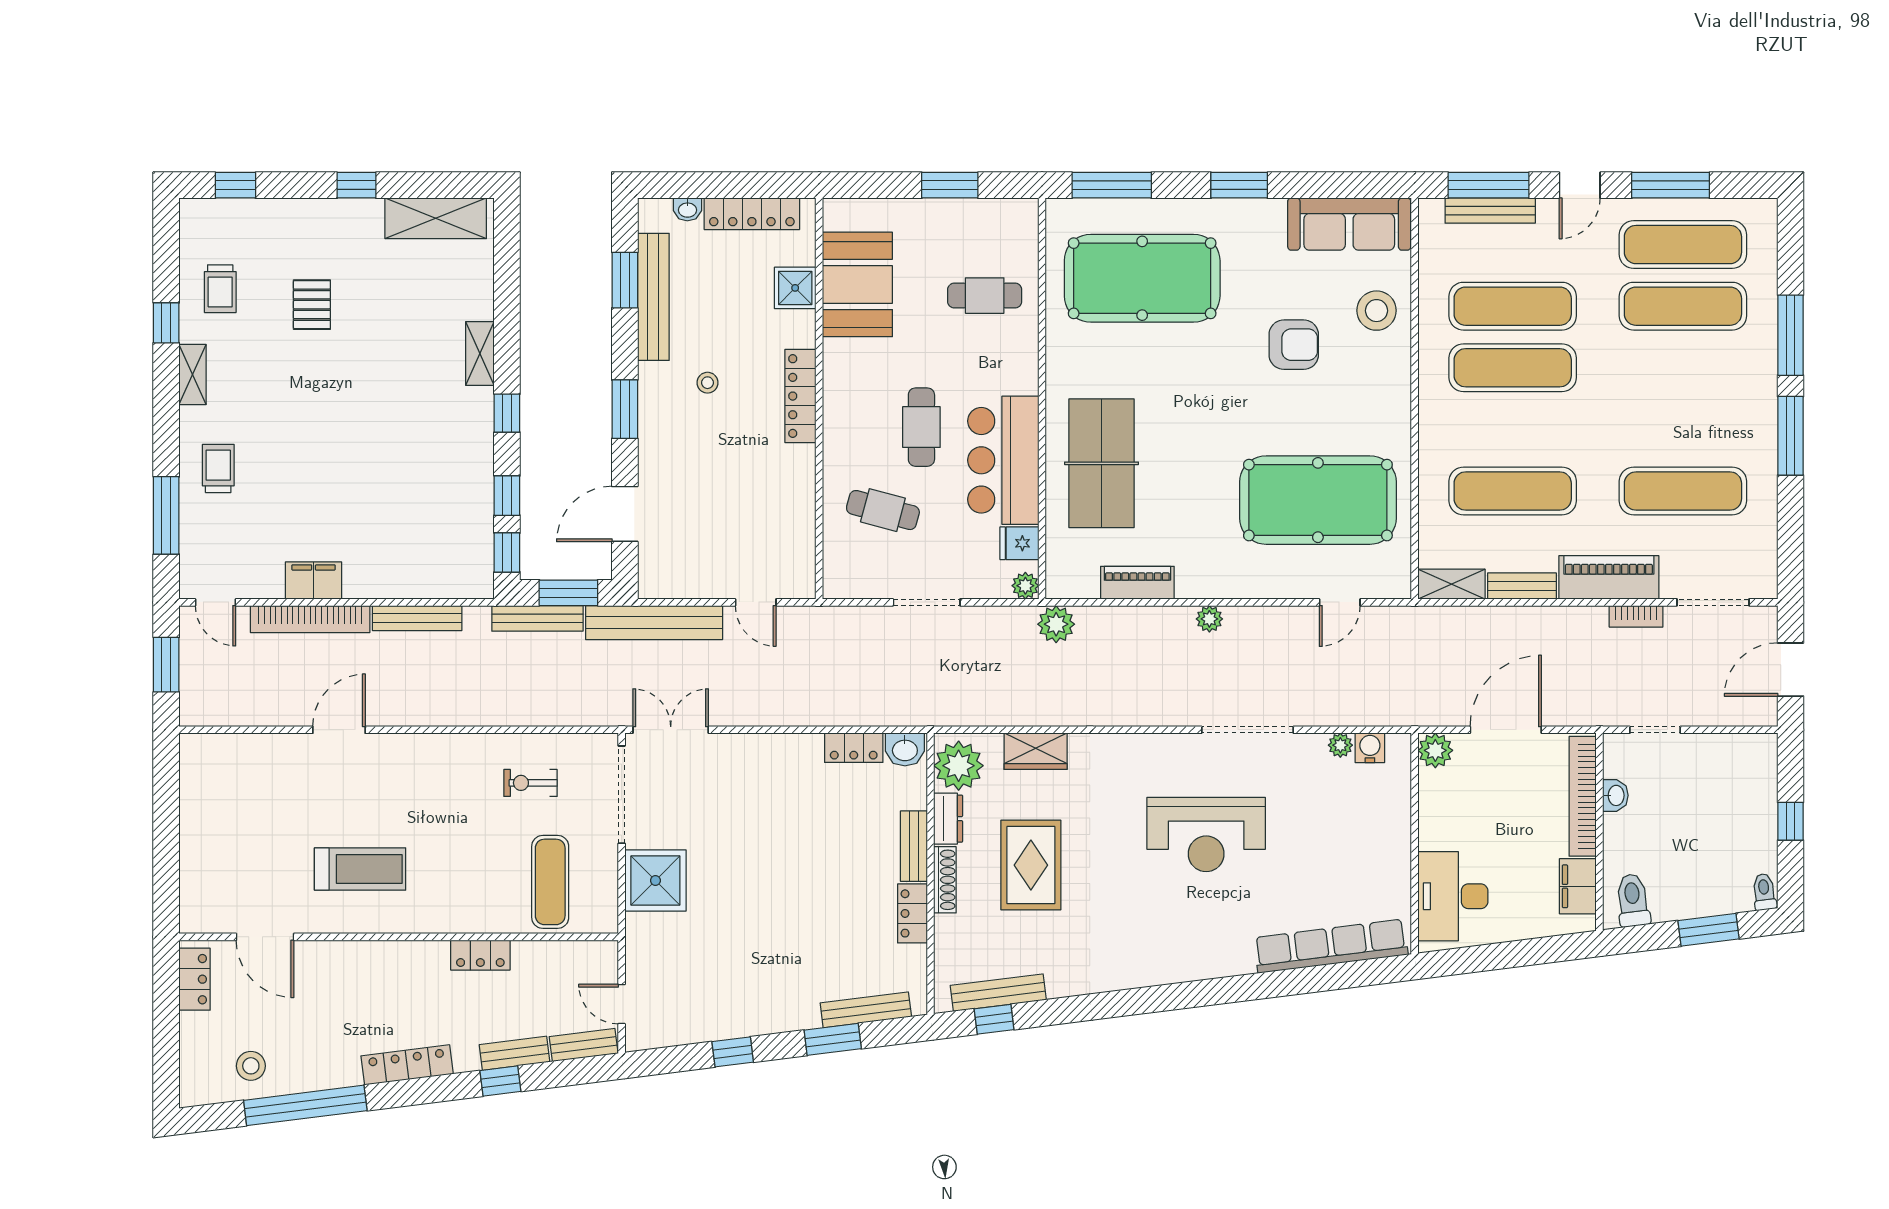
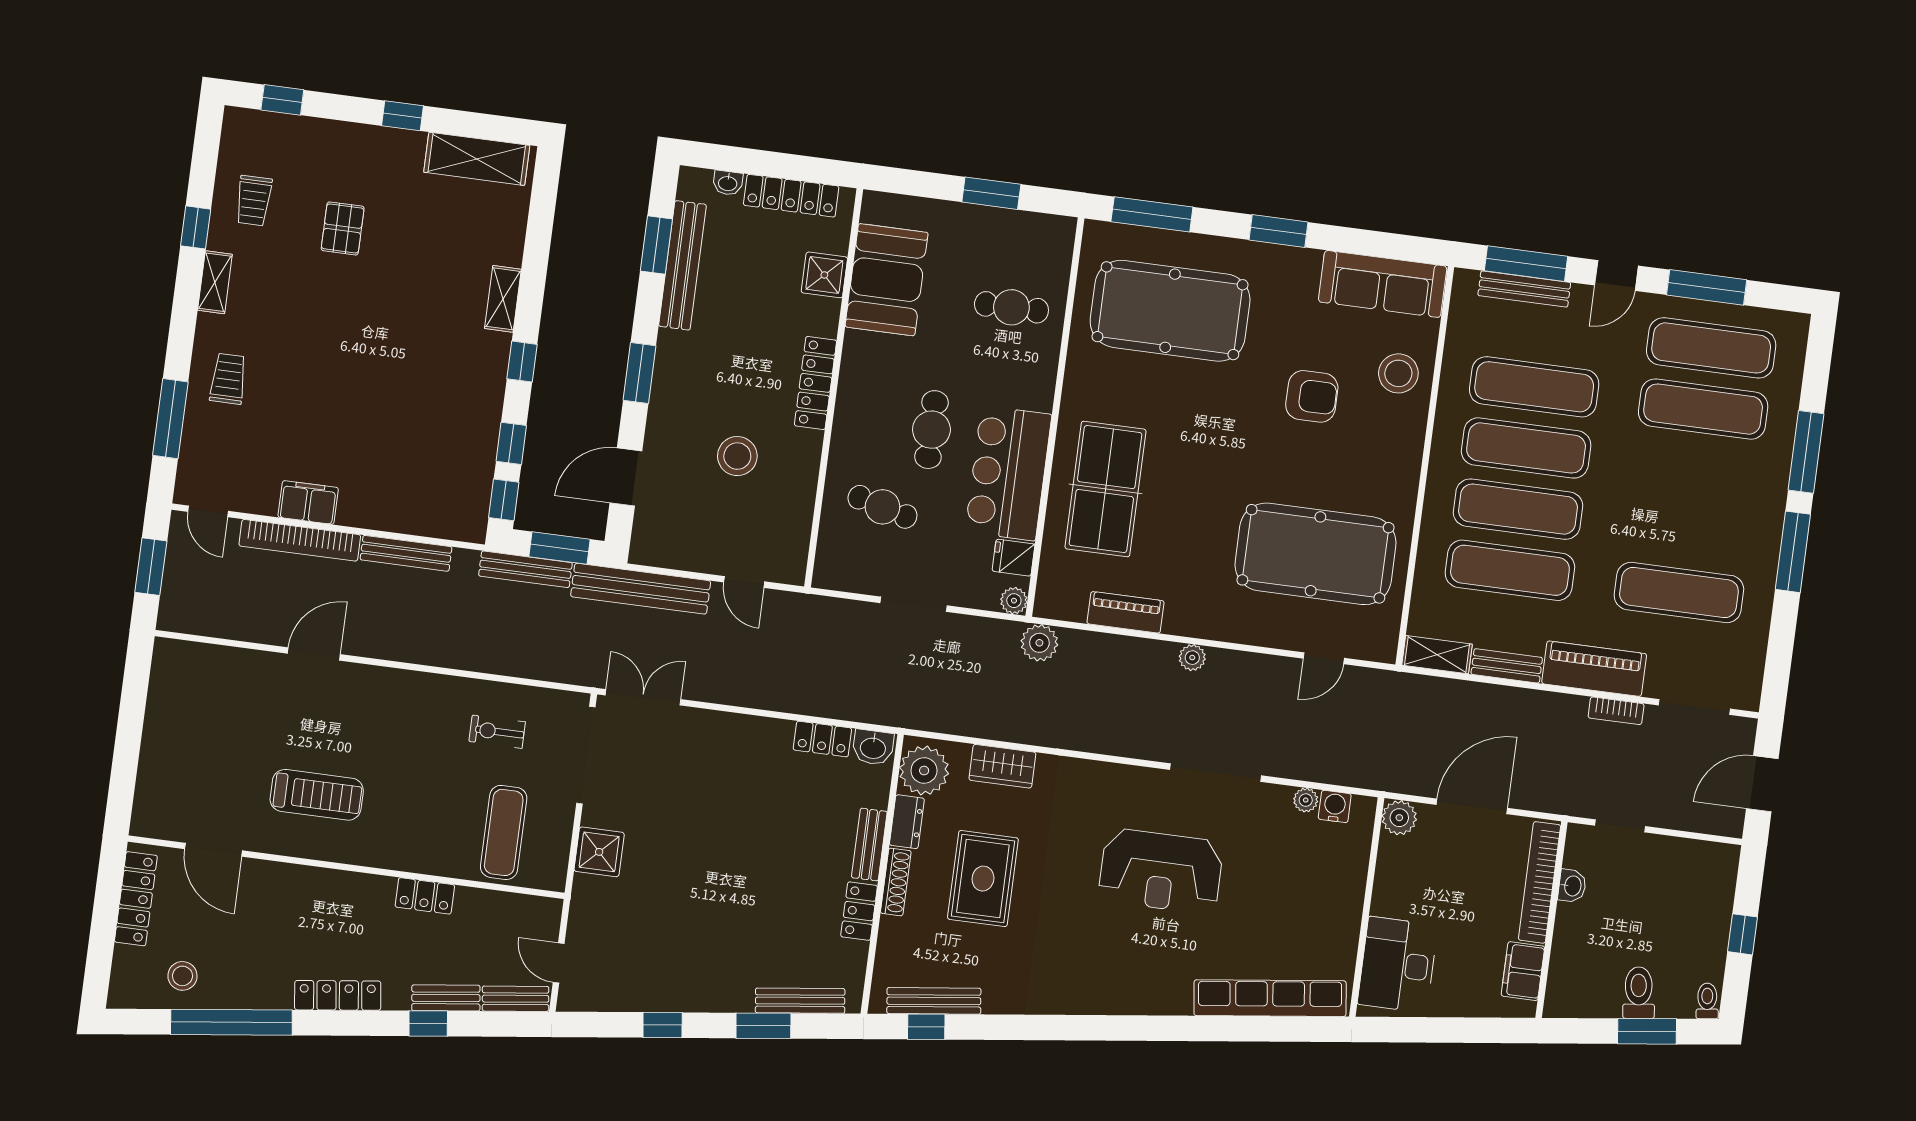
stool: (708, 383) -> (737, 456), moved, width x1.89, depth x1.89
exercise mat: (1513, 429) -> (1518, 509), added
shower: (655, 880) -> (599, 852), width x0.73, depth x0.73
toilet: (1633, 900) -> (1639, 993), moved
locker: (195, 979) -> (136, 899), width x1.53

